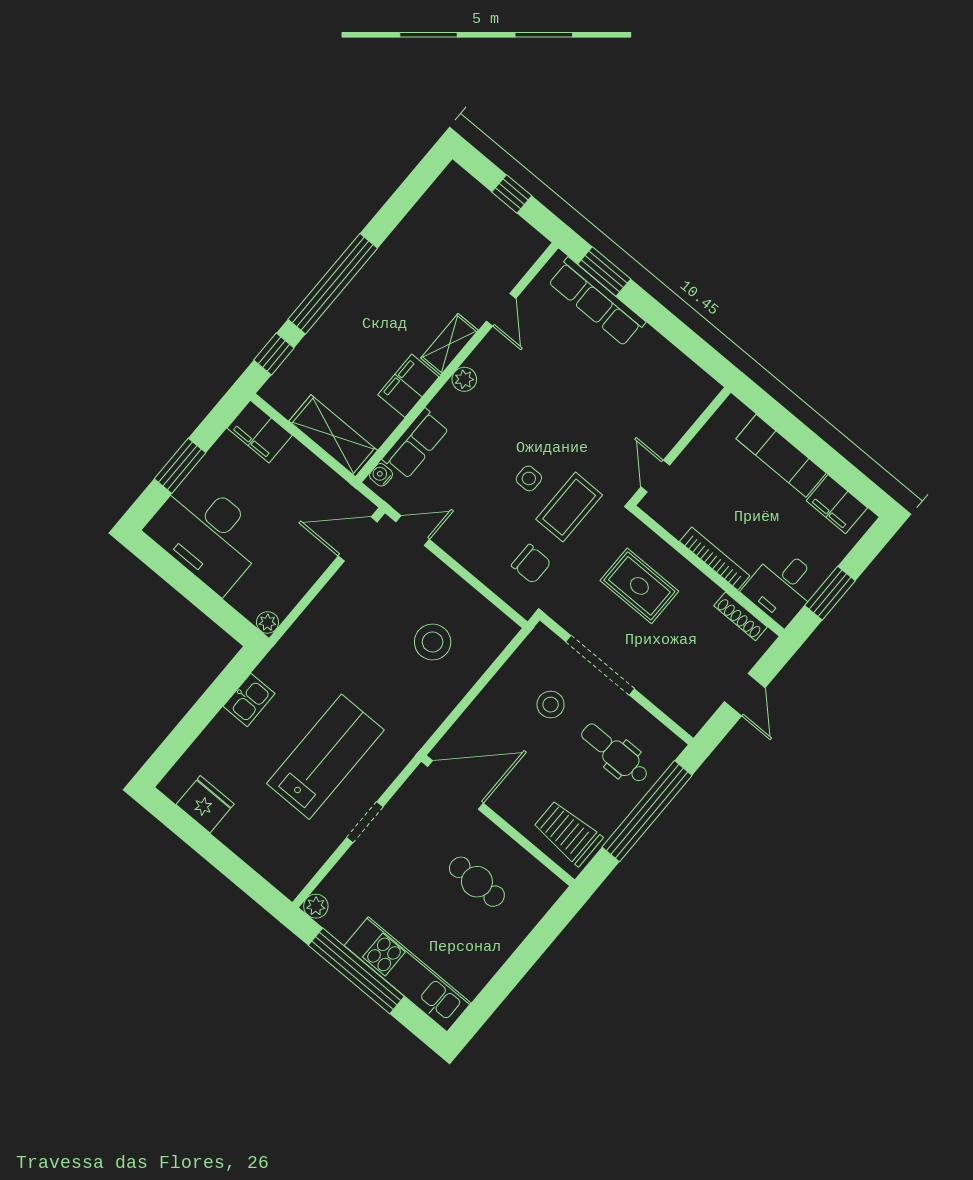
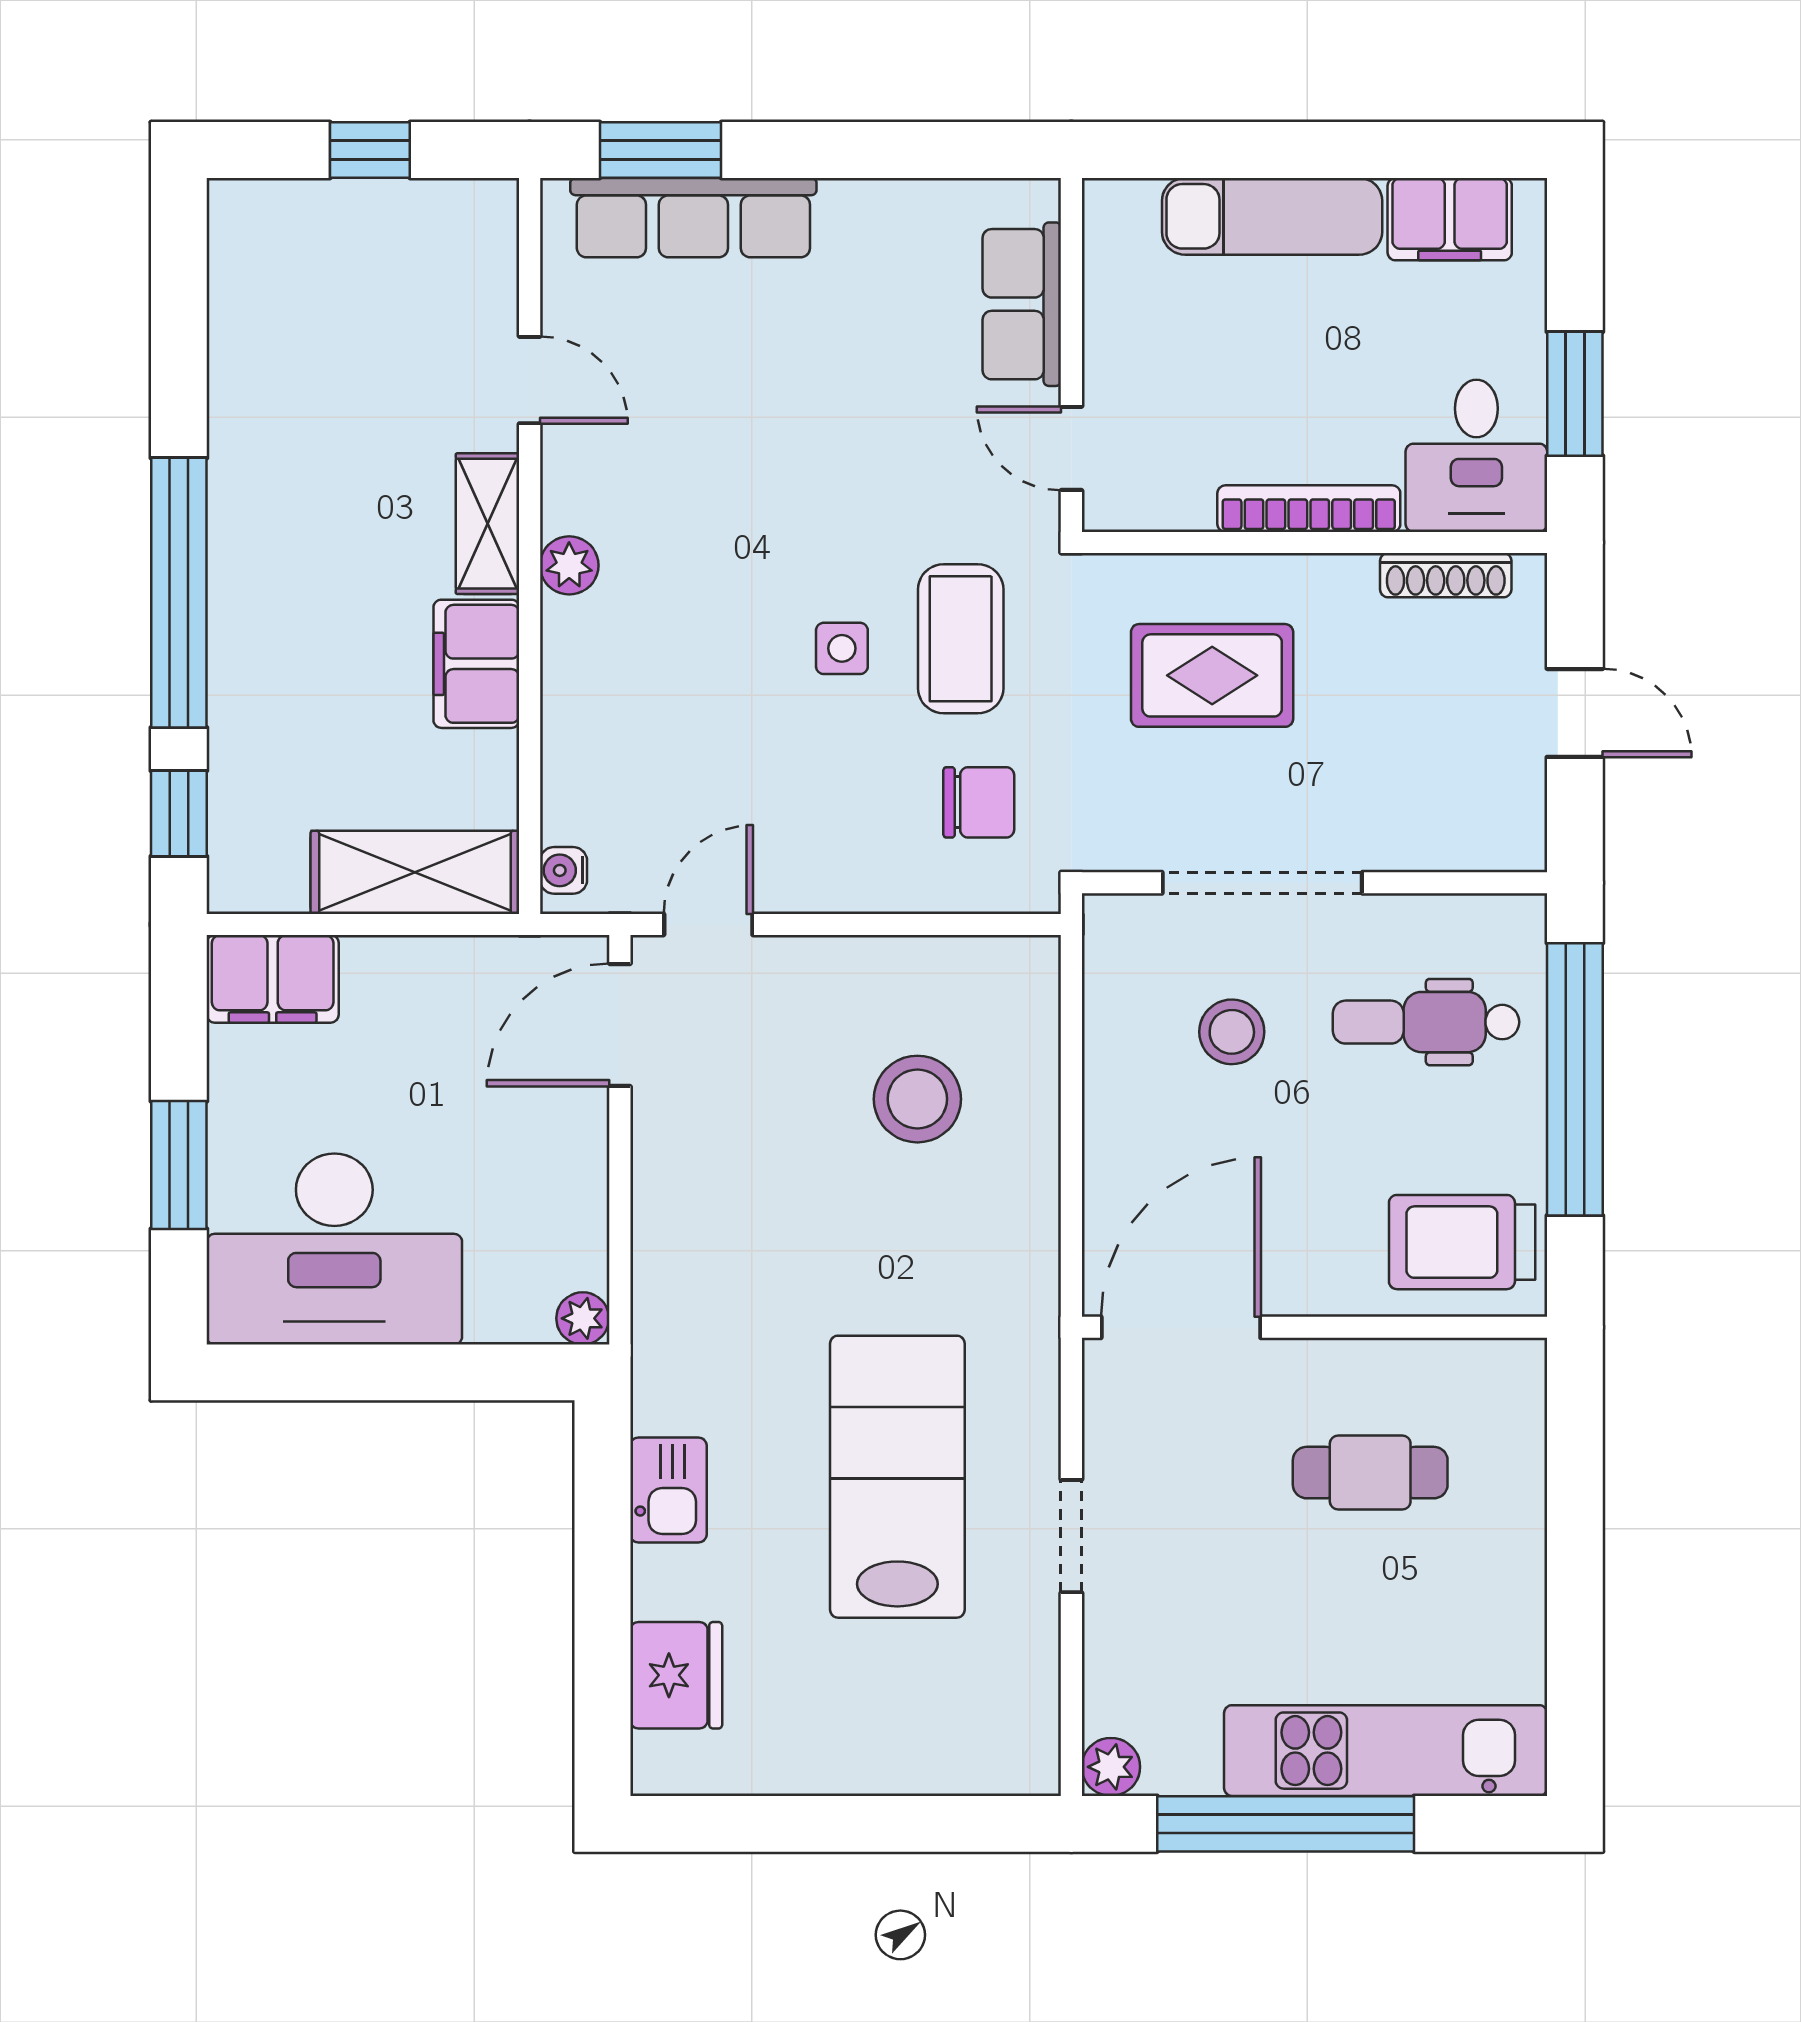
row of seats: (416, 444) -> (1022, 304), moved, turned 180
fridge: (205, 804) -> (676, 1675), moved, turned 90

